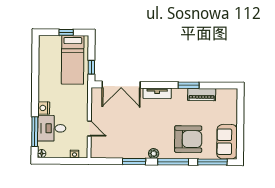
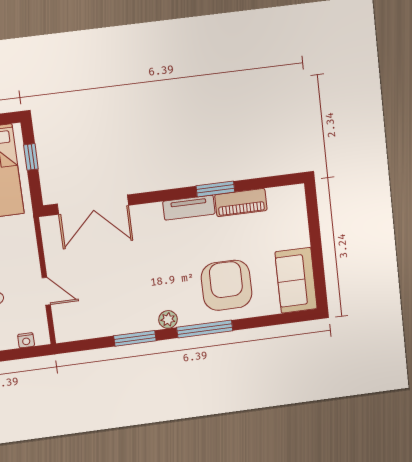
window: (91, 67) -> (31, 157), moved
tv unit: (157, 93) -> (189, 208), moved
armchair: (188, 139) -> (227, 285), turned -90
window: (212, 162) -> (274, 320), removed

